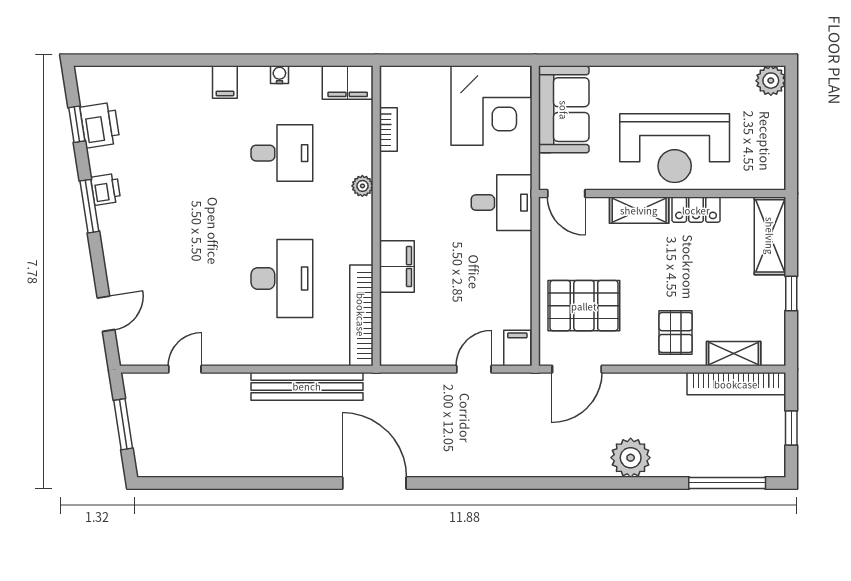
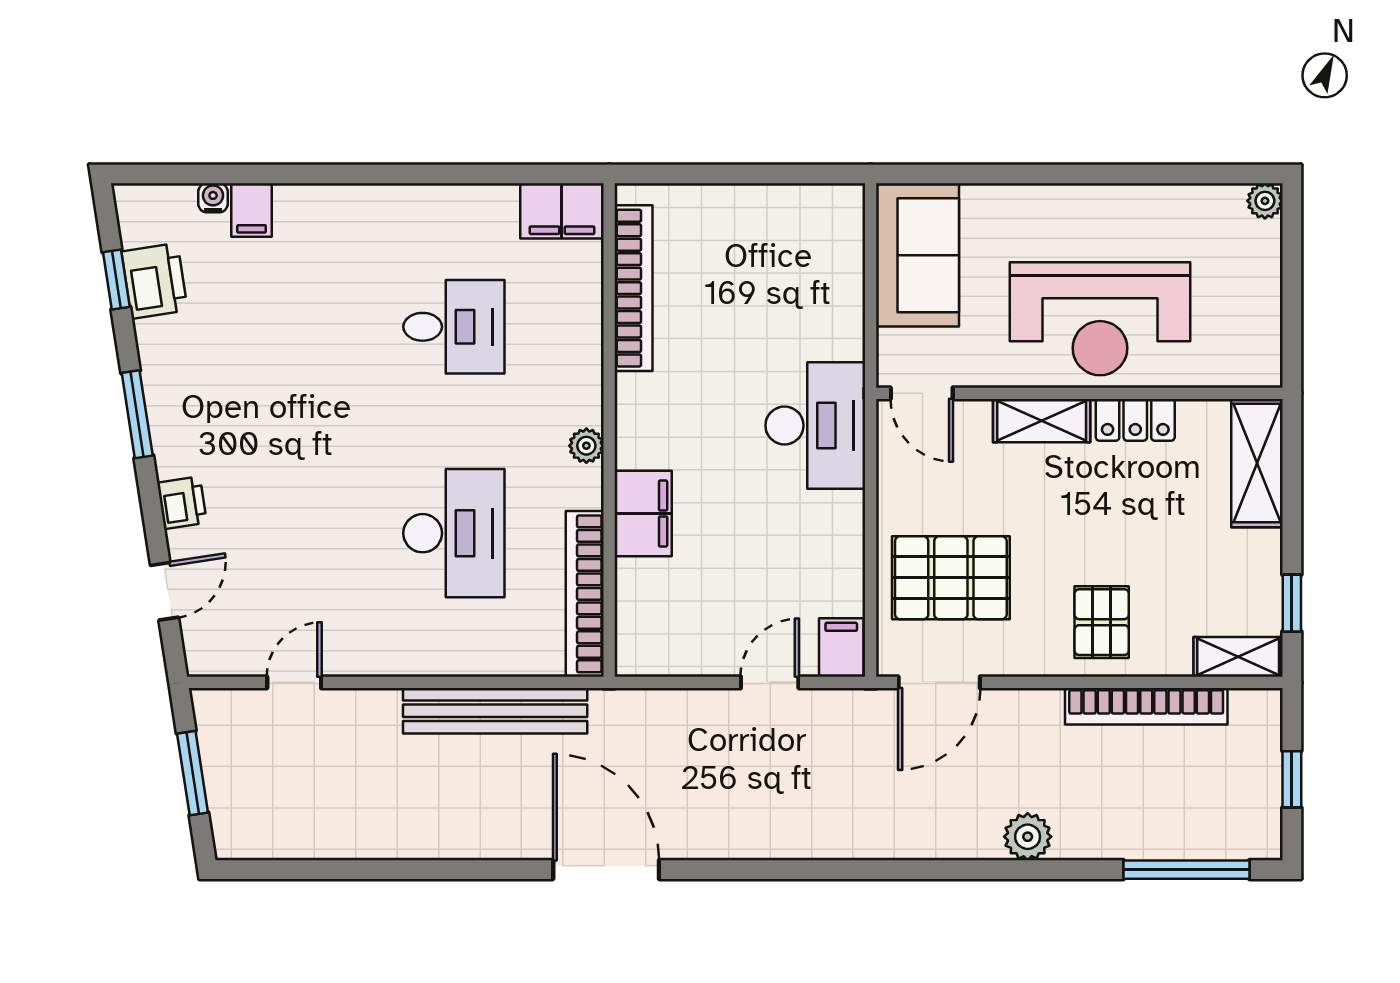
water cooler: (279, 75) -> (213, 198), moved
plant: (771, 81) -> (1265, 201), width x0.73, depth x0.73
filing cabinet: (225, 82) -> (252, 210), moved
corner desk: (491, 106) -> (798, 249), removed
bookcase: (388, 130) -> (633, 288), width x2.31, depth x1.31
plant: (362, 186) -> (586, 446), moved
printer: (106, 189) -> (182, 503), moved
desk: (502, 203) -> (815, 426), width x1.37
window: (791, 293) -> (1292, 603), moved
shelving: (734, 354) -> (1238, 657), moved
bookcase: (736, 384) -> (1146, 706), moved
plant: (631, 458) -> (1028, 837), width x0.73, depth x0.73

